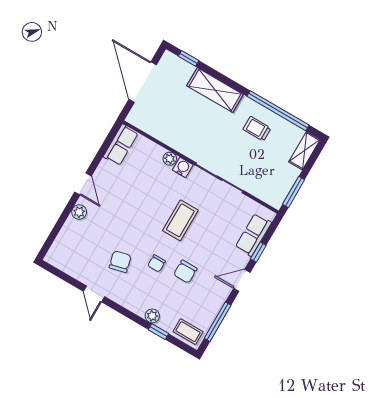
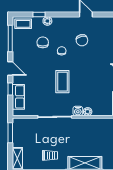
chair: (185, 272) -> (43, 42), moved
door: (242, 280) -> (10, 69), hinge flipped

